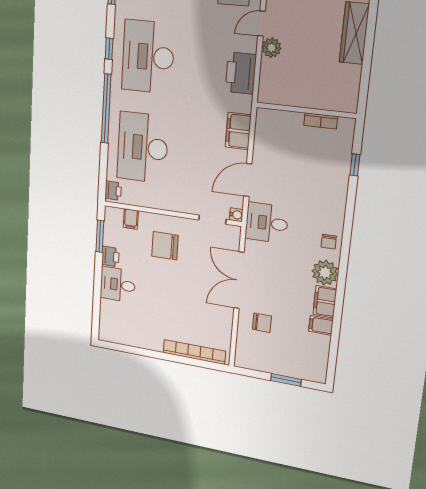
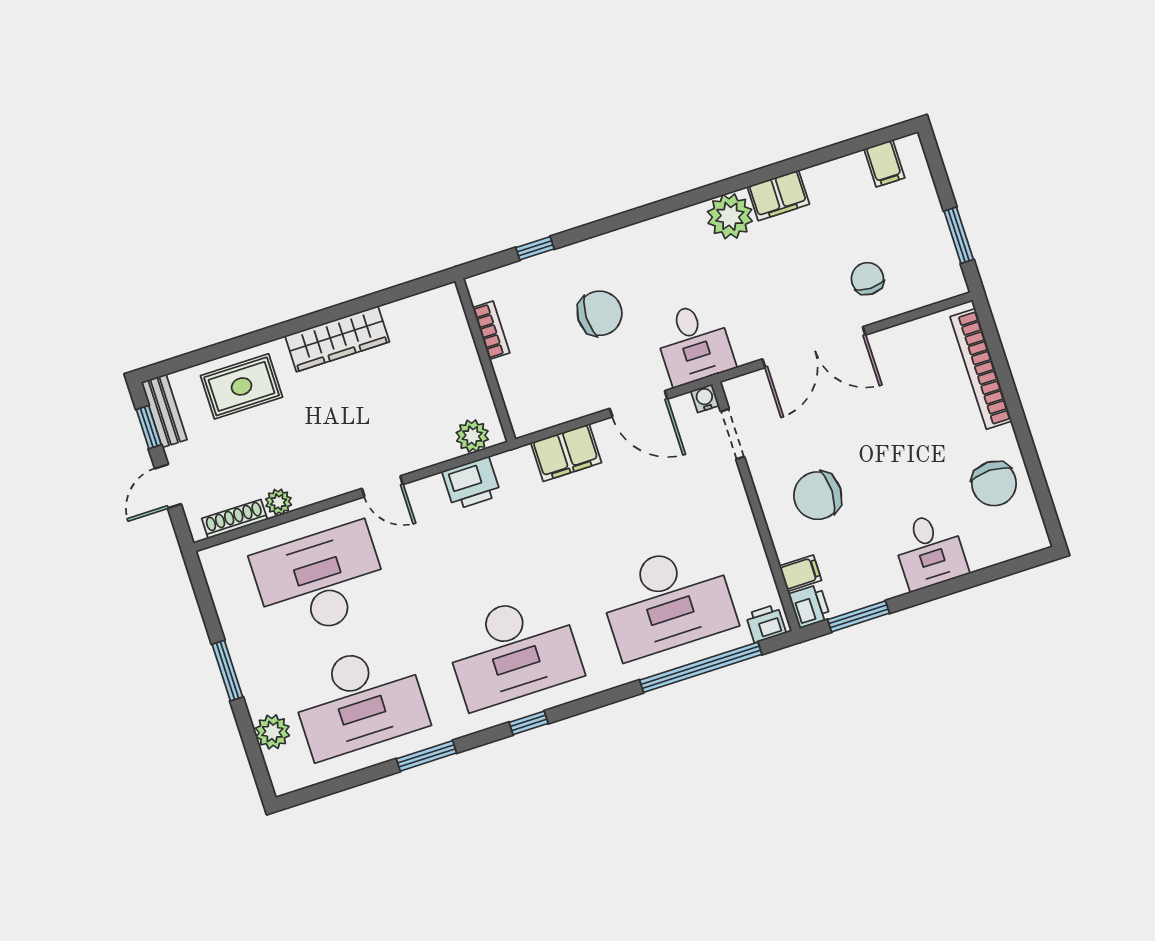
plant: (271, 48) -> (472, 436), moved
printer: (241, 73) -> (471, 483), width x0.73, depth x0.84
window: (106, 109) -> (701, 667), moved
chair: (329, 242) -> (600, 313), moved, width x1.87, depth x1.87
chair: (165, 246) -> (818, 496), turned 90
printer: (110, 256) -> (810, 606), moved, turned 90
filing cabinet: (321, 325) -> (884, 163), moved
chair: (137, 330) -> (994, 484), added
window: (286, 380) -> (959, 235), moved

